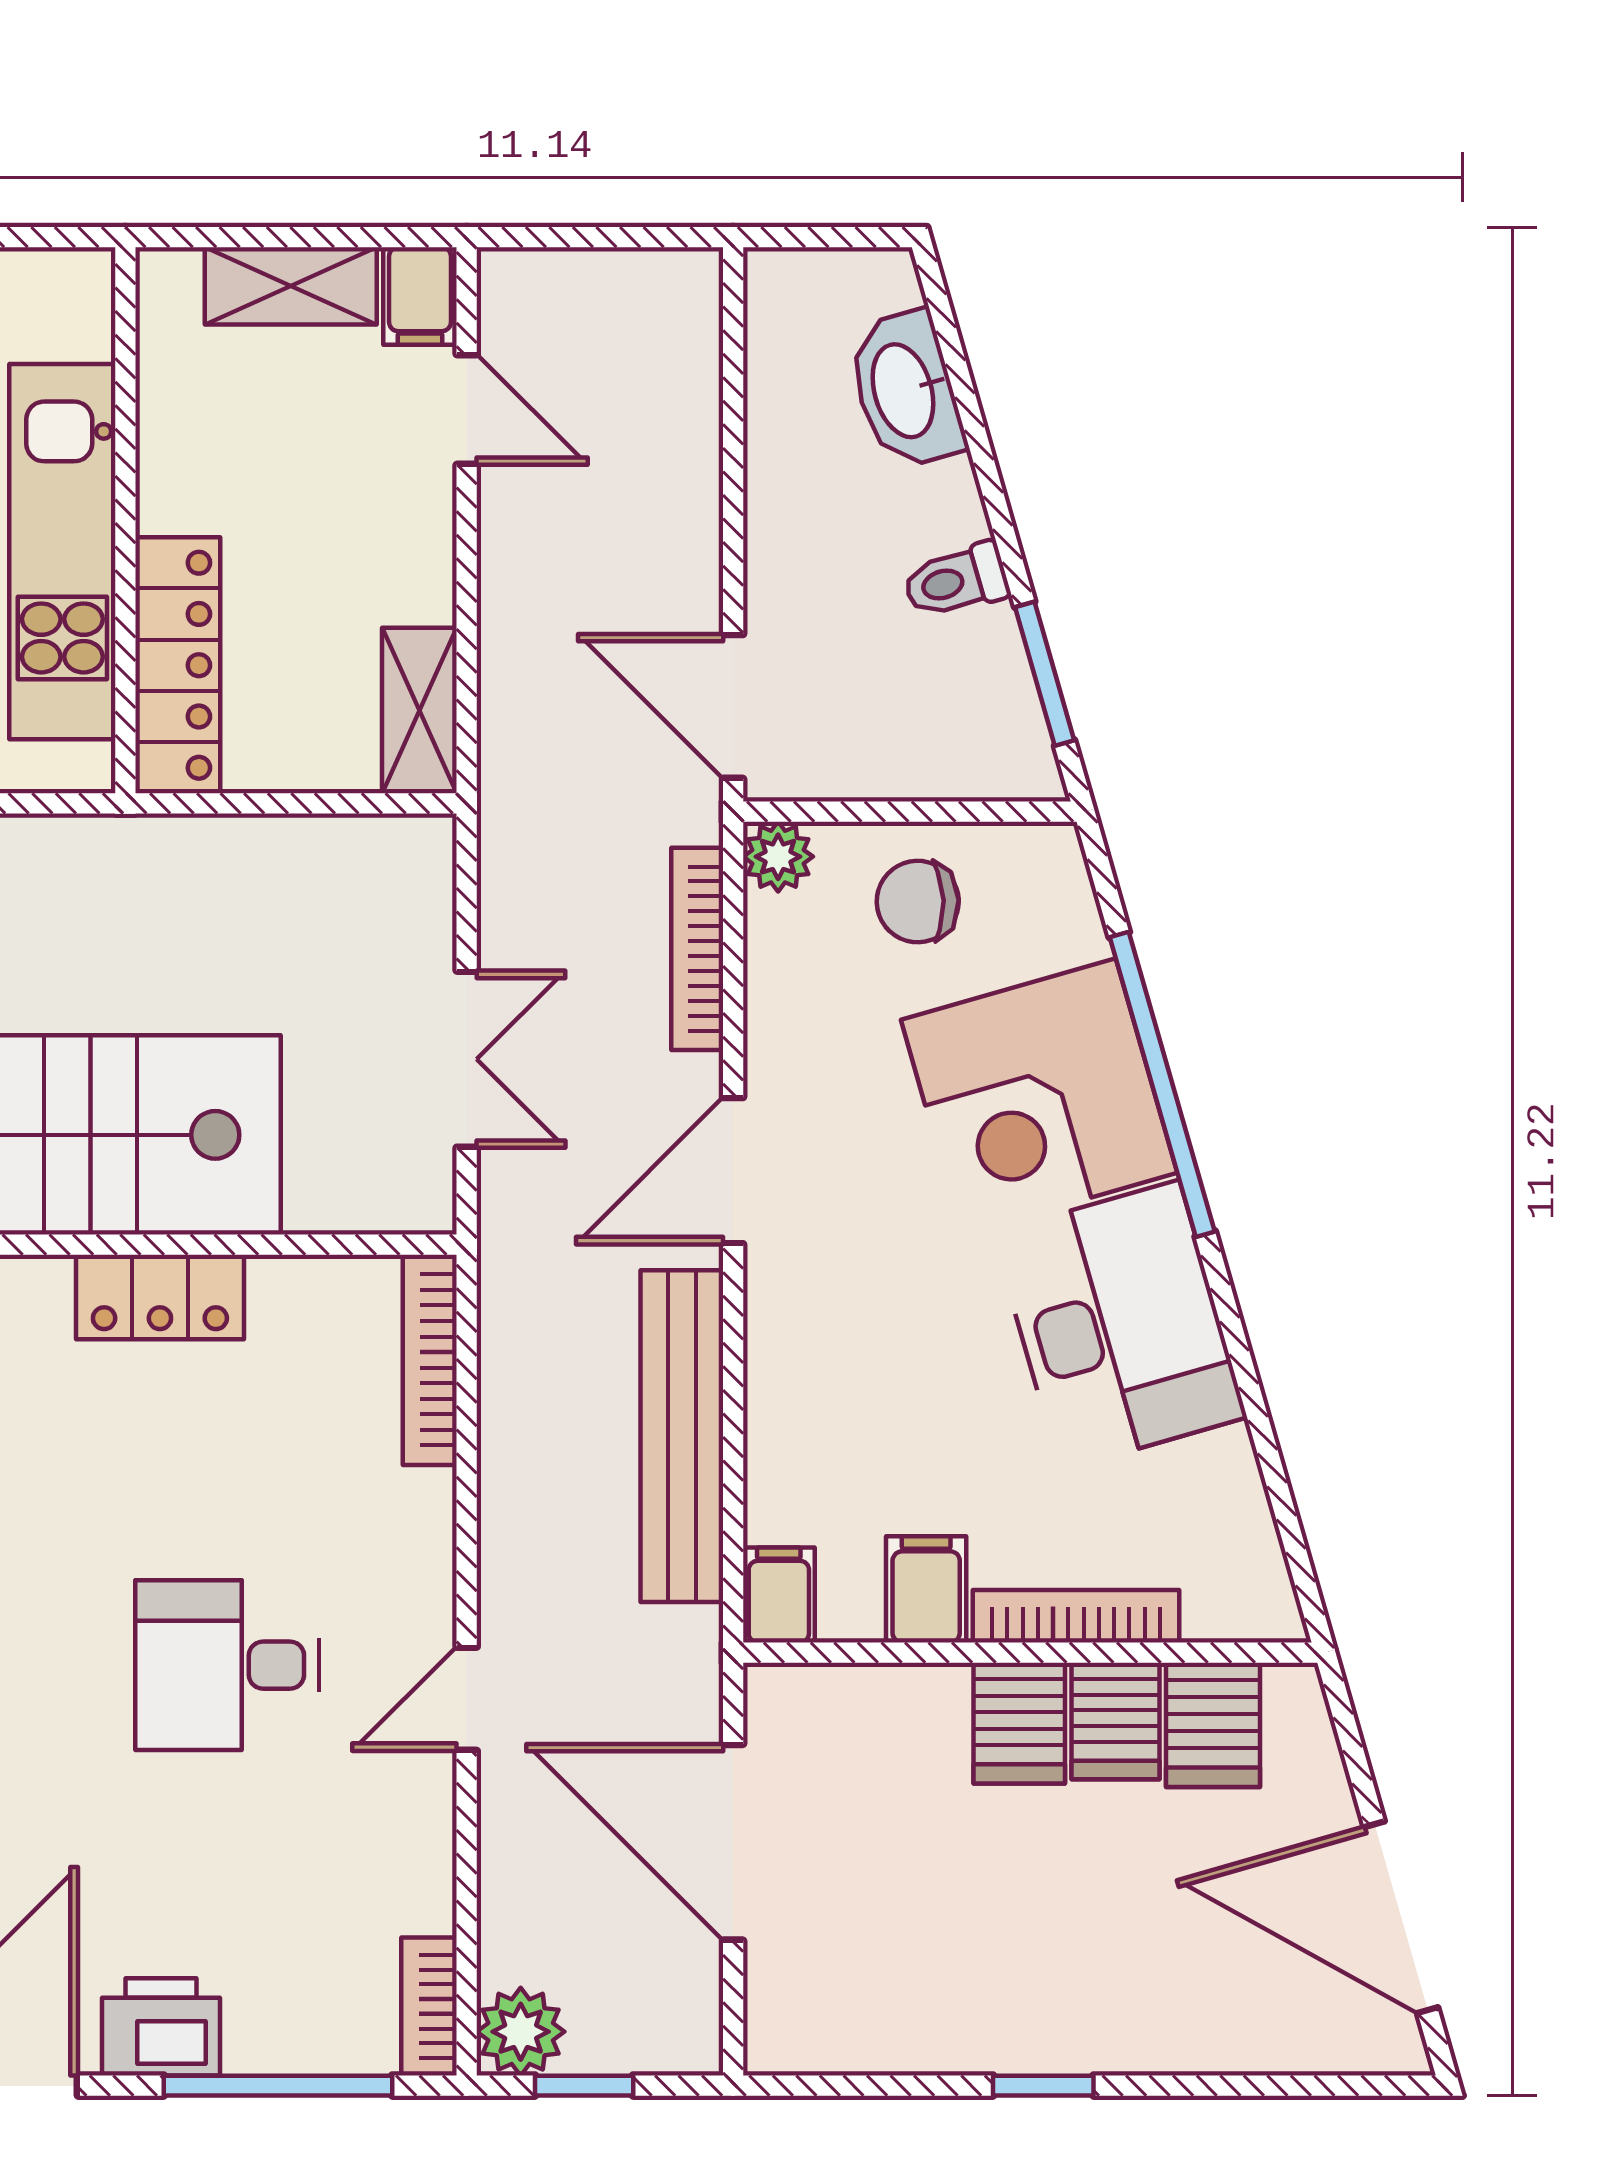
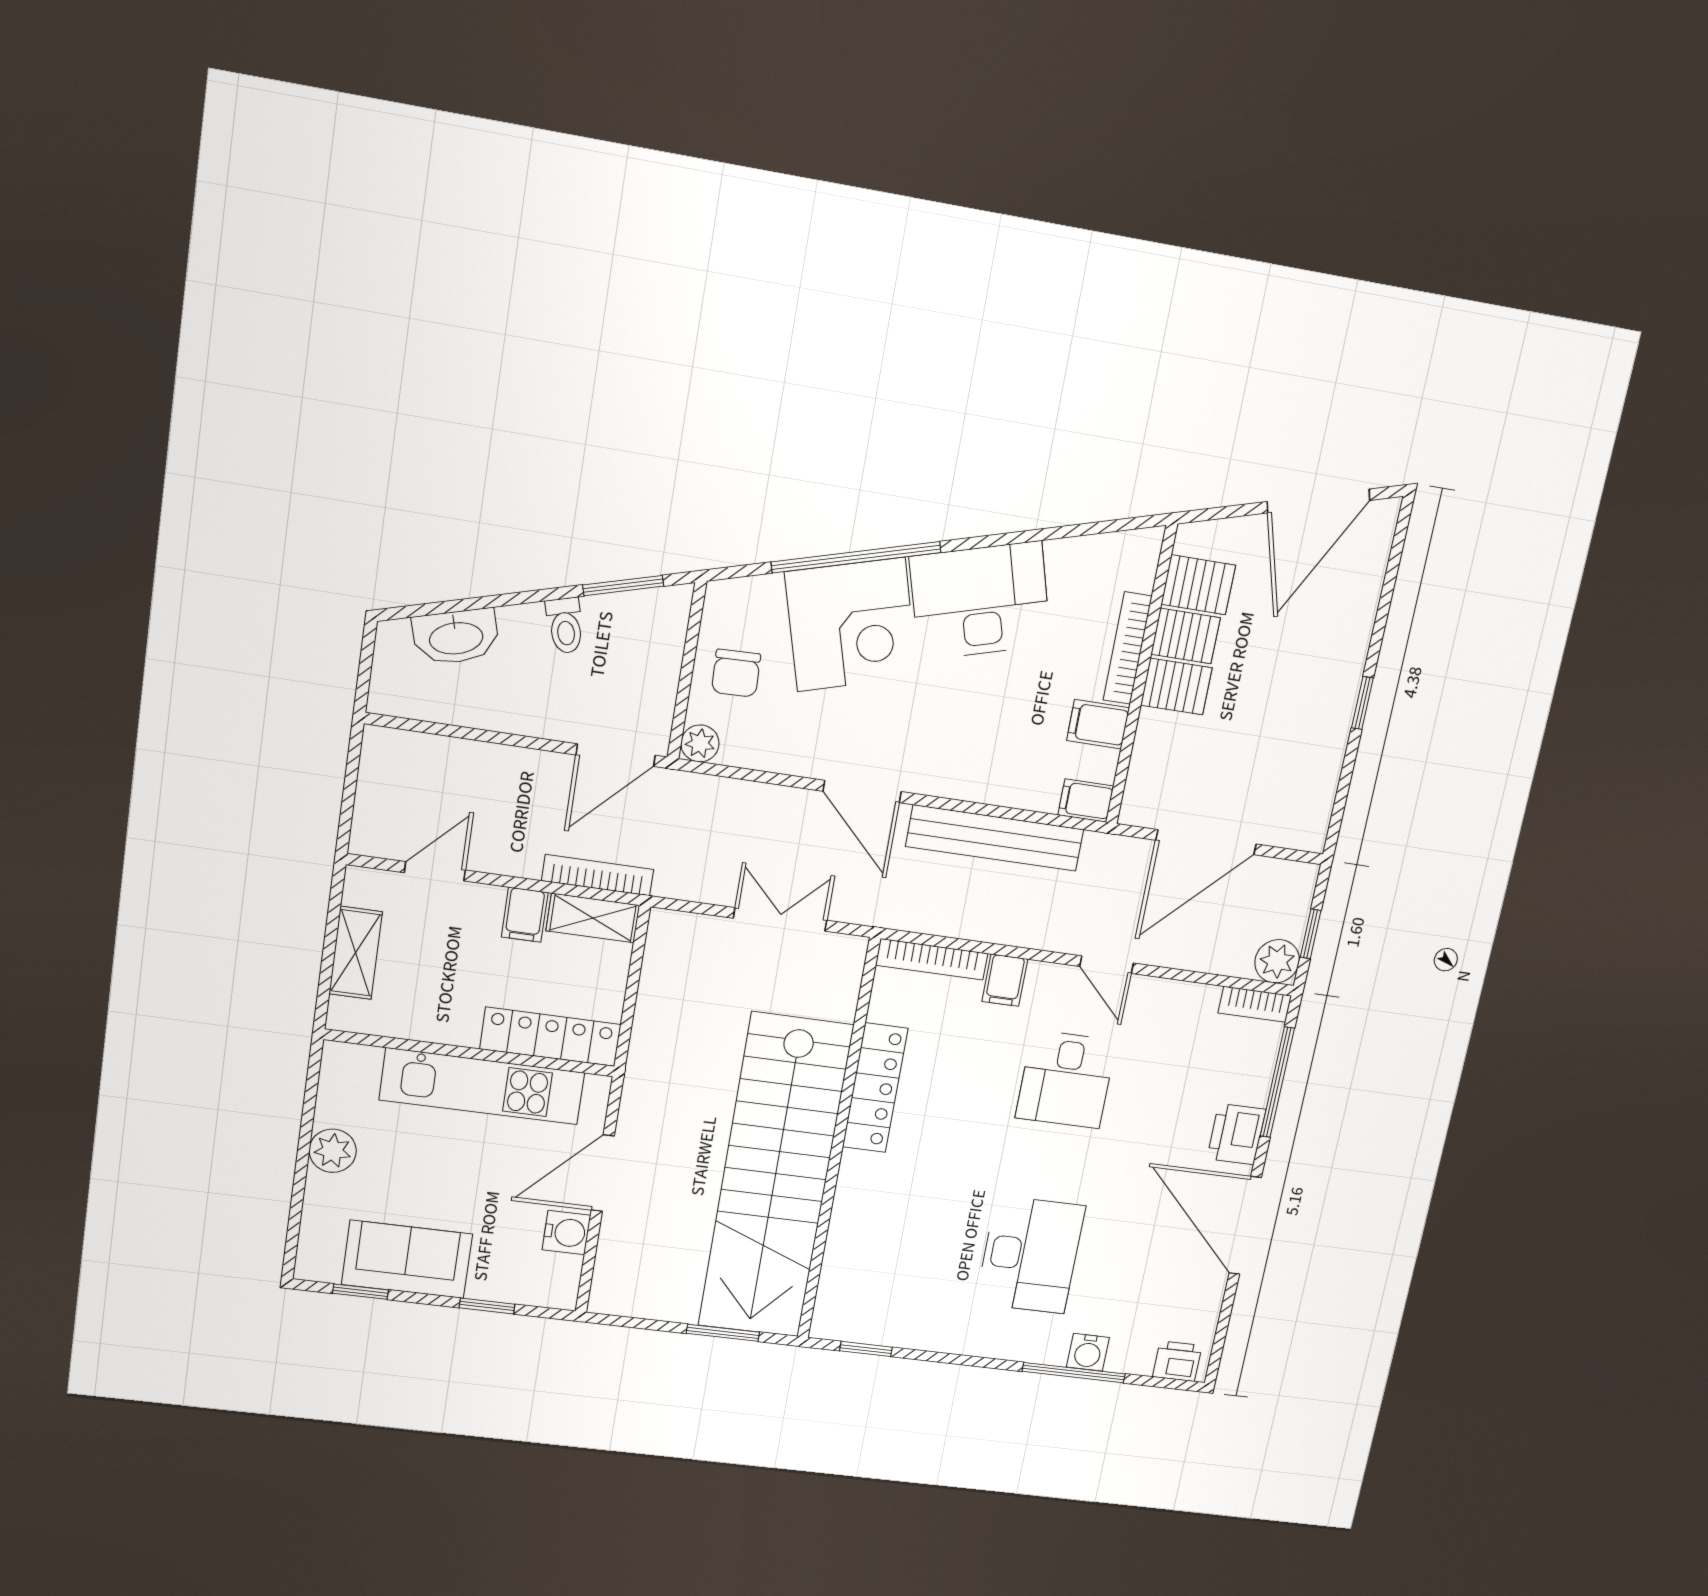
filing cabinet: (420, 296) -> (525, 915), moved, turned 90
bookcase: (697, 949) -> (598, 875), moved, turned 180
locker: (160, 1297) -> (875, 1088), width x1.53
filing cabinet: (408, 1508) -> (1005, 980), added

